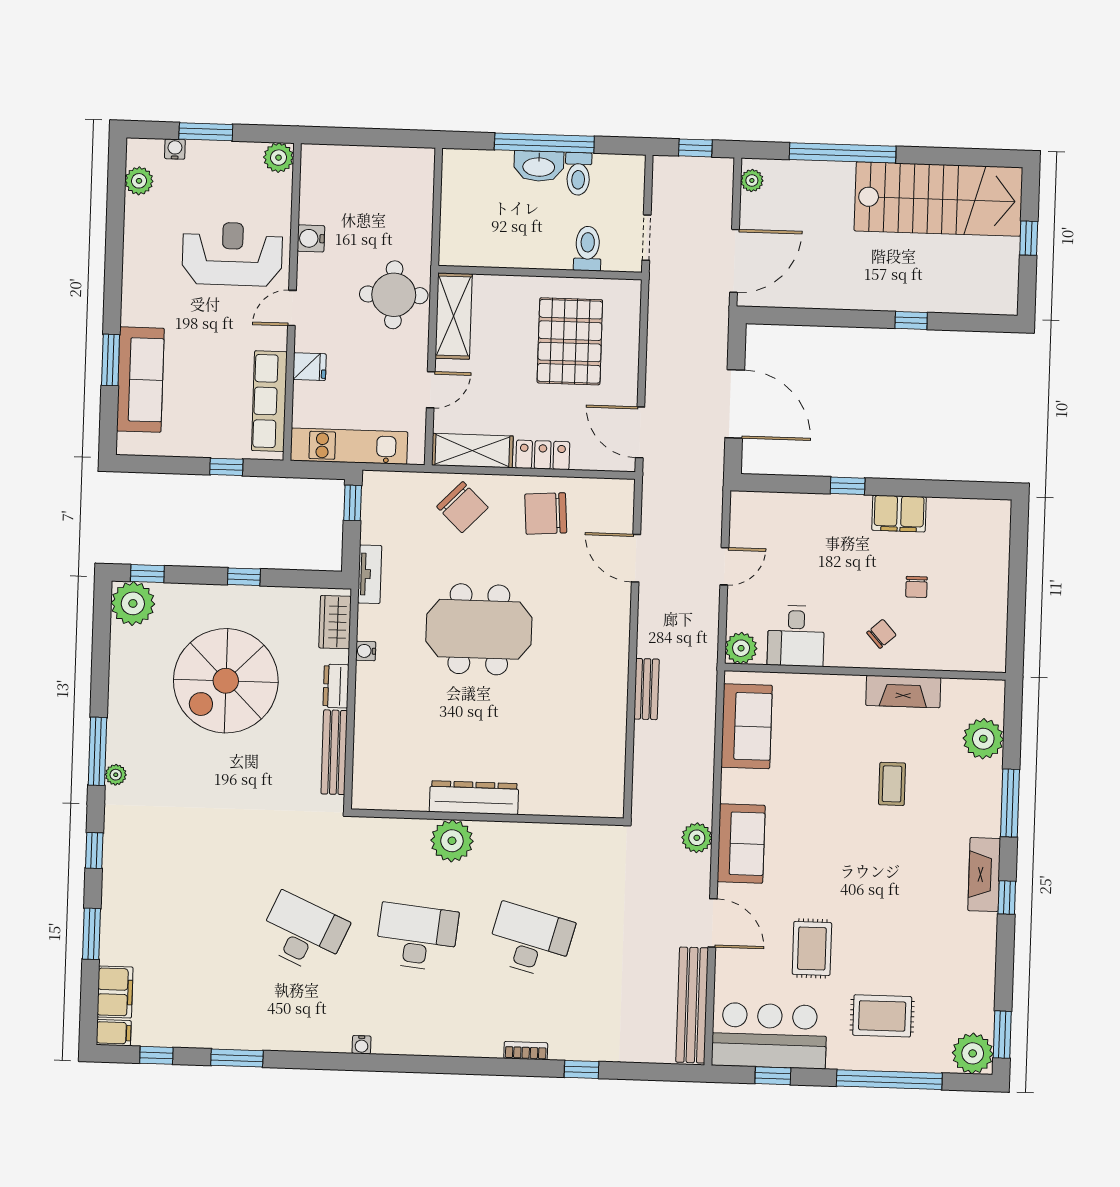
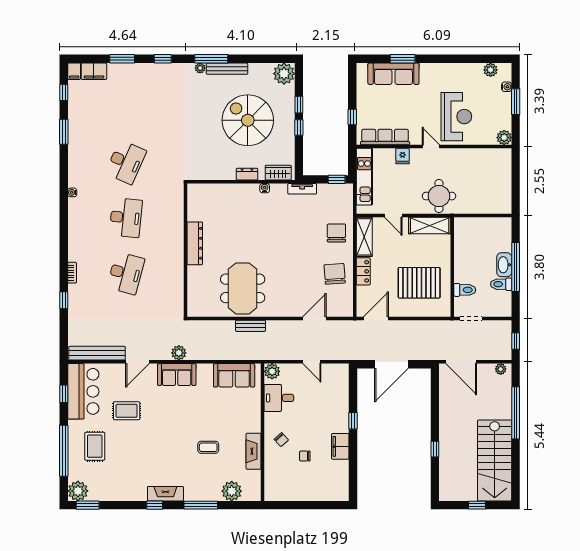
water cooler: (311, 238) -> (465, 155), removed
chair: (462, 507) -> (336, 233), turned 136
window: (147, 574) -> (299, 105), moved
meeting table: (479, 629) -> (243, 288), moved
bench: (334, 752) -> (227, 69), moved
plant: (452, 841) -> (173, 233), removed

